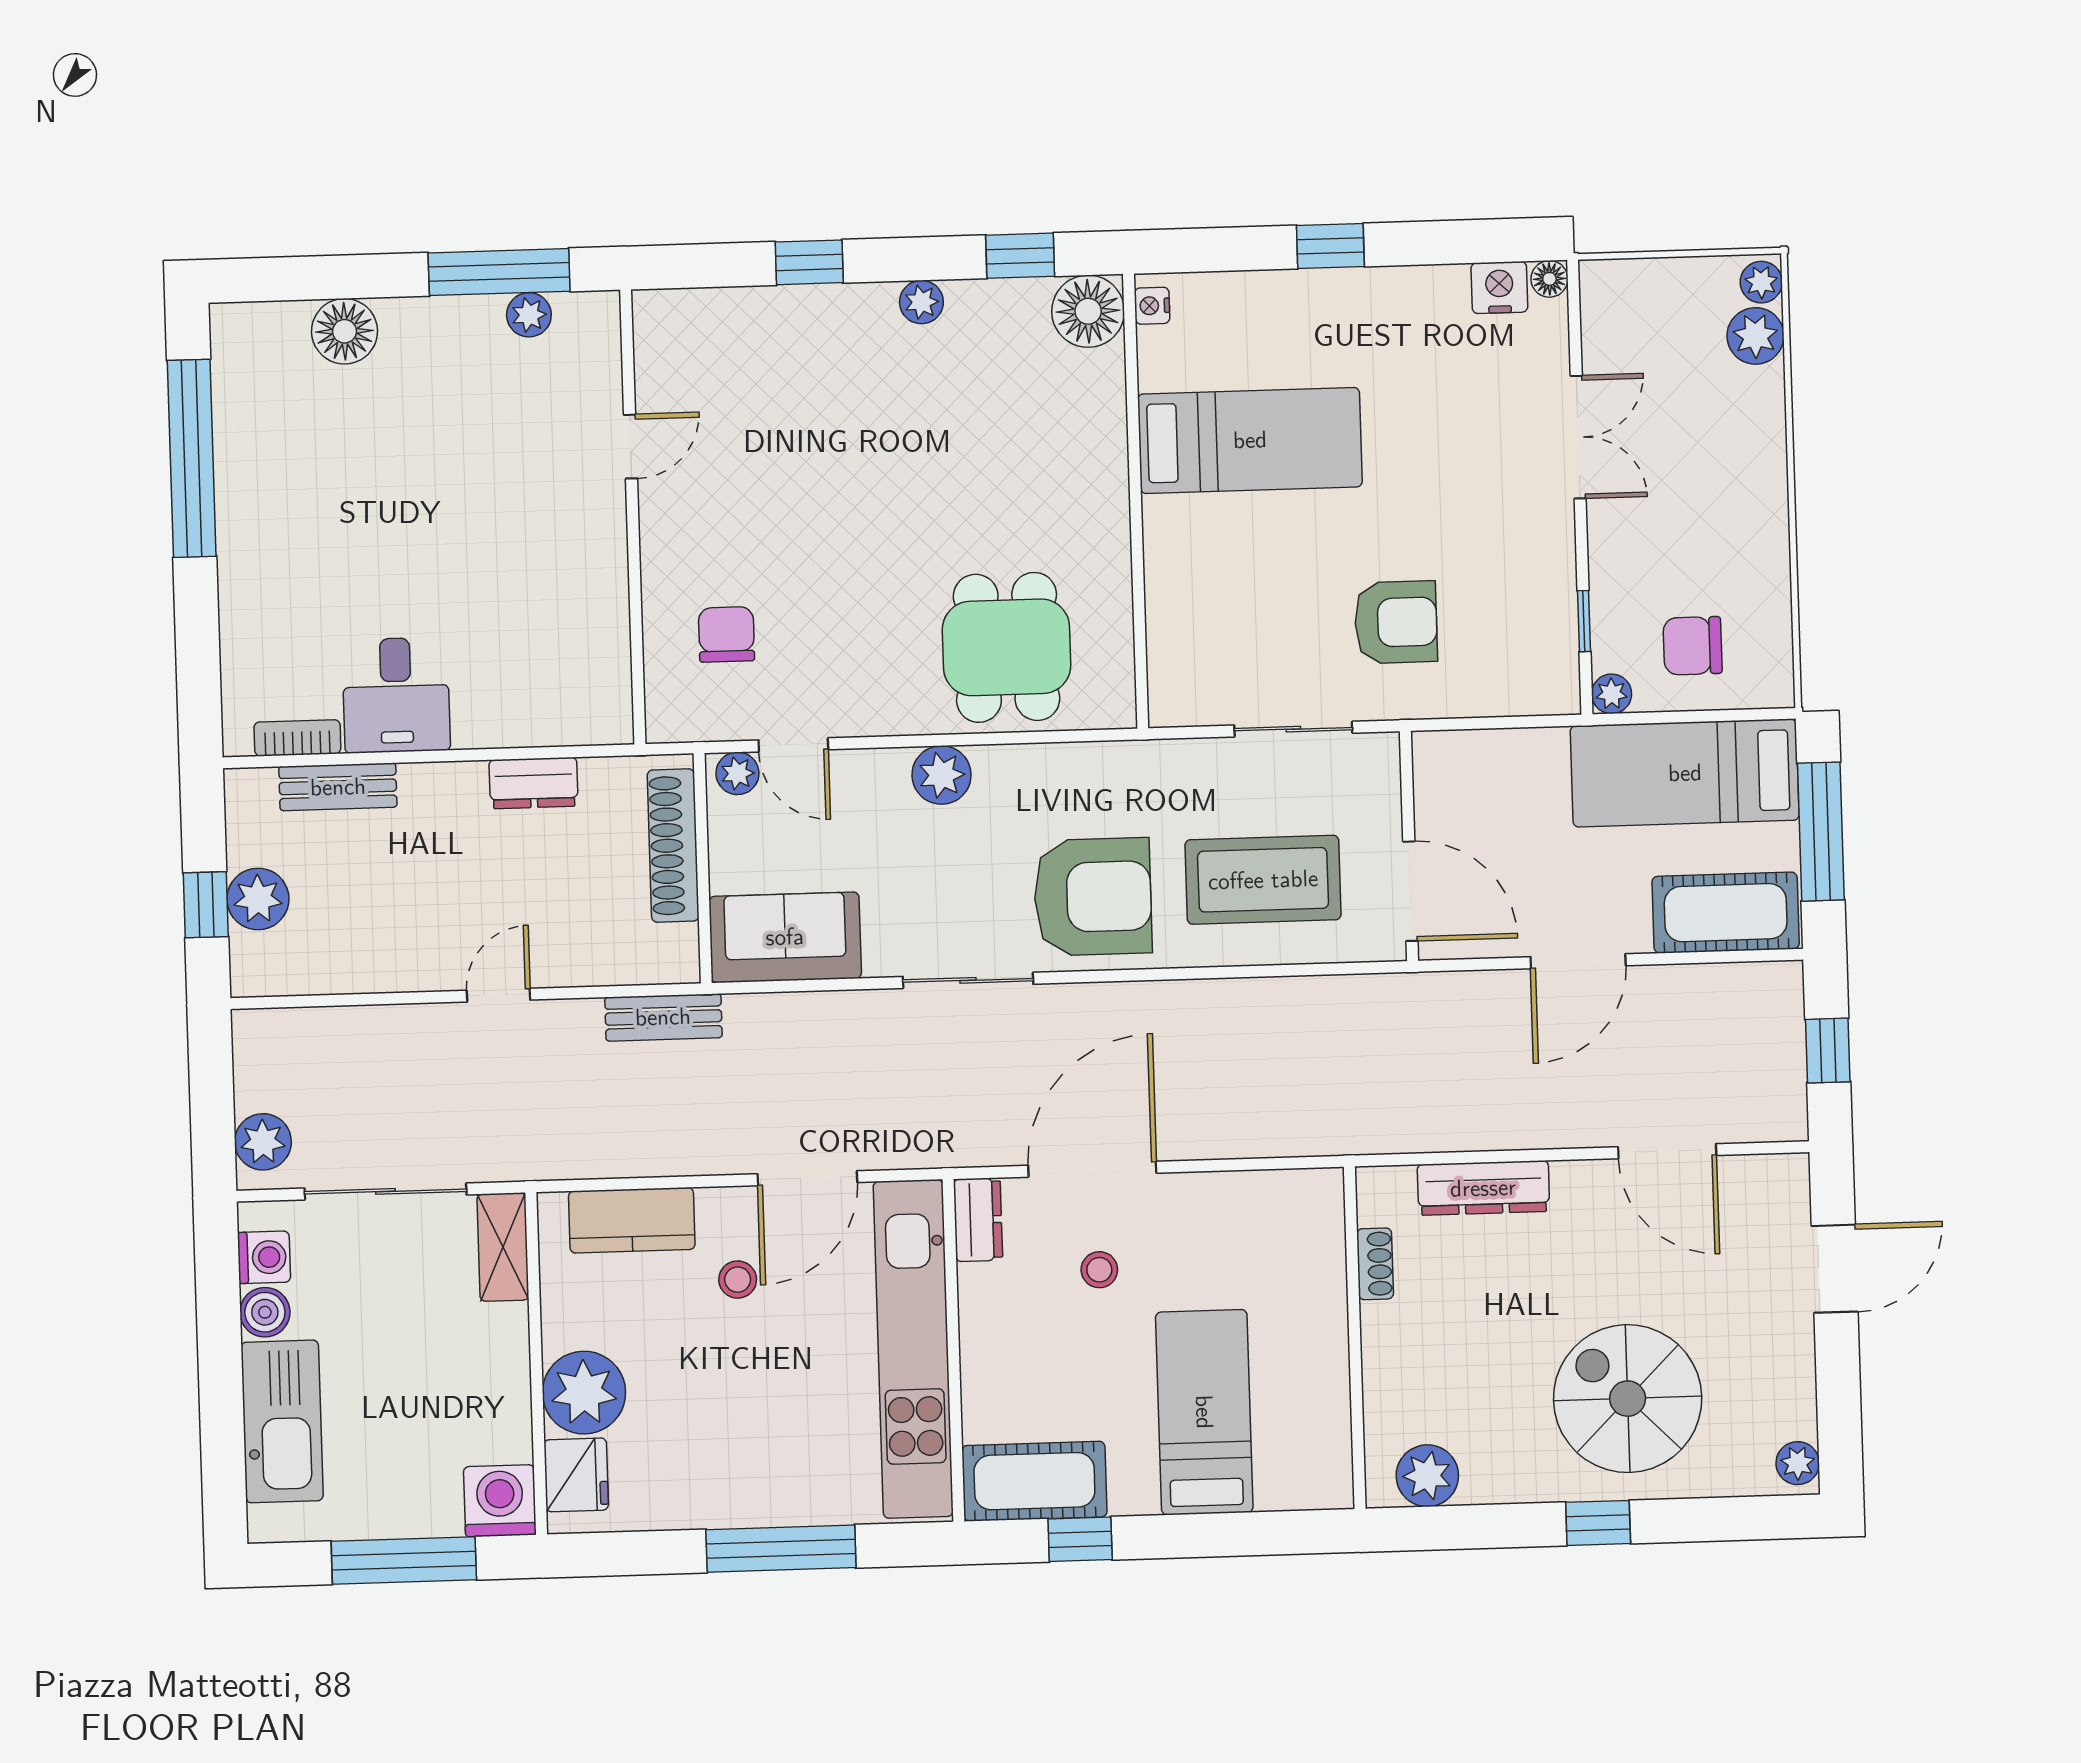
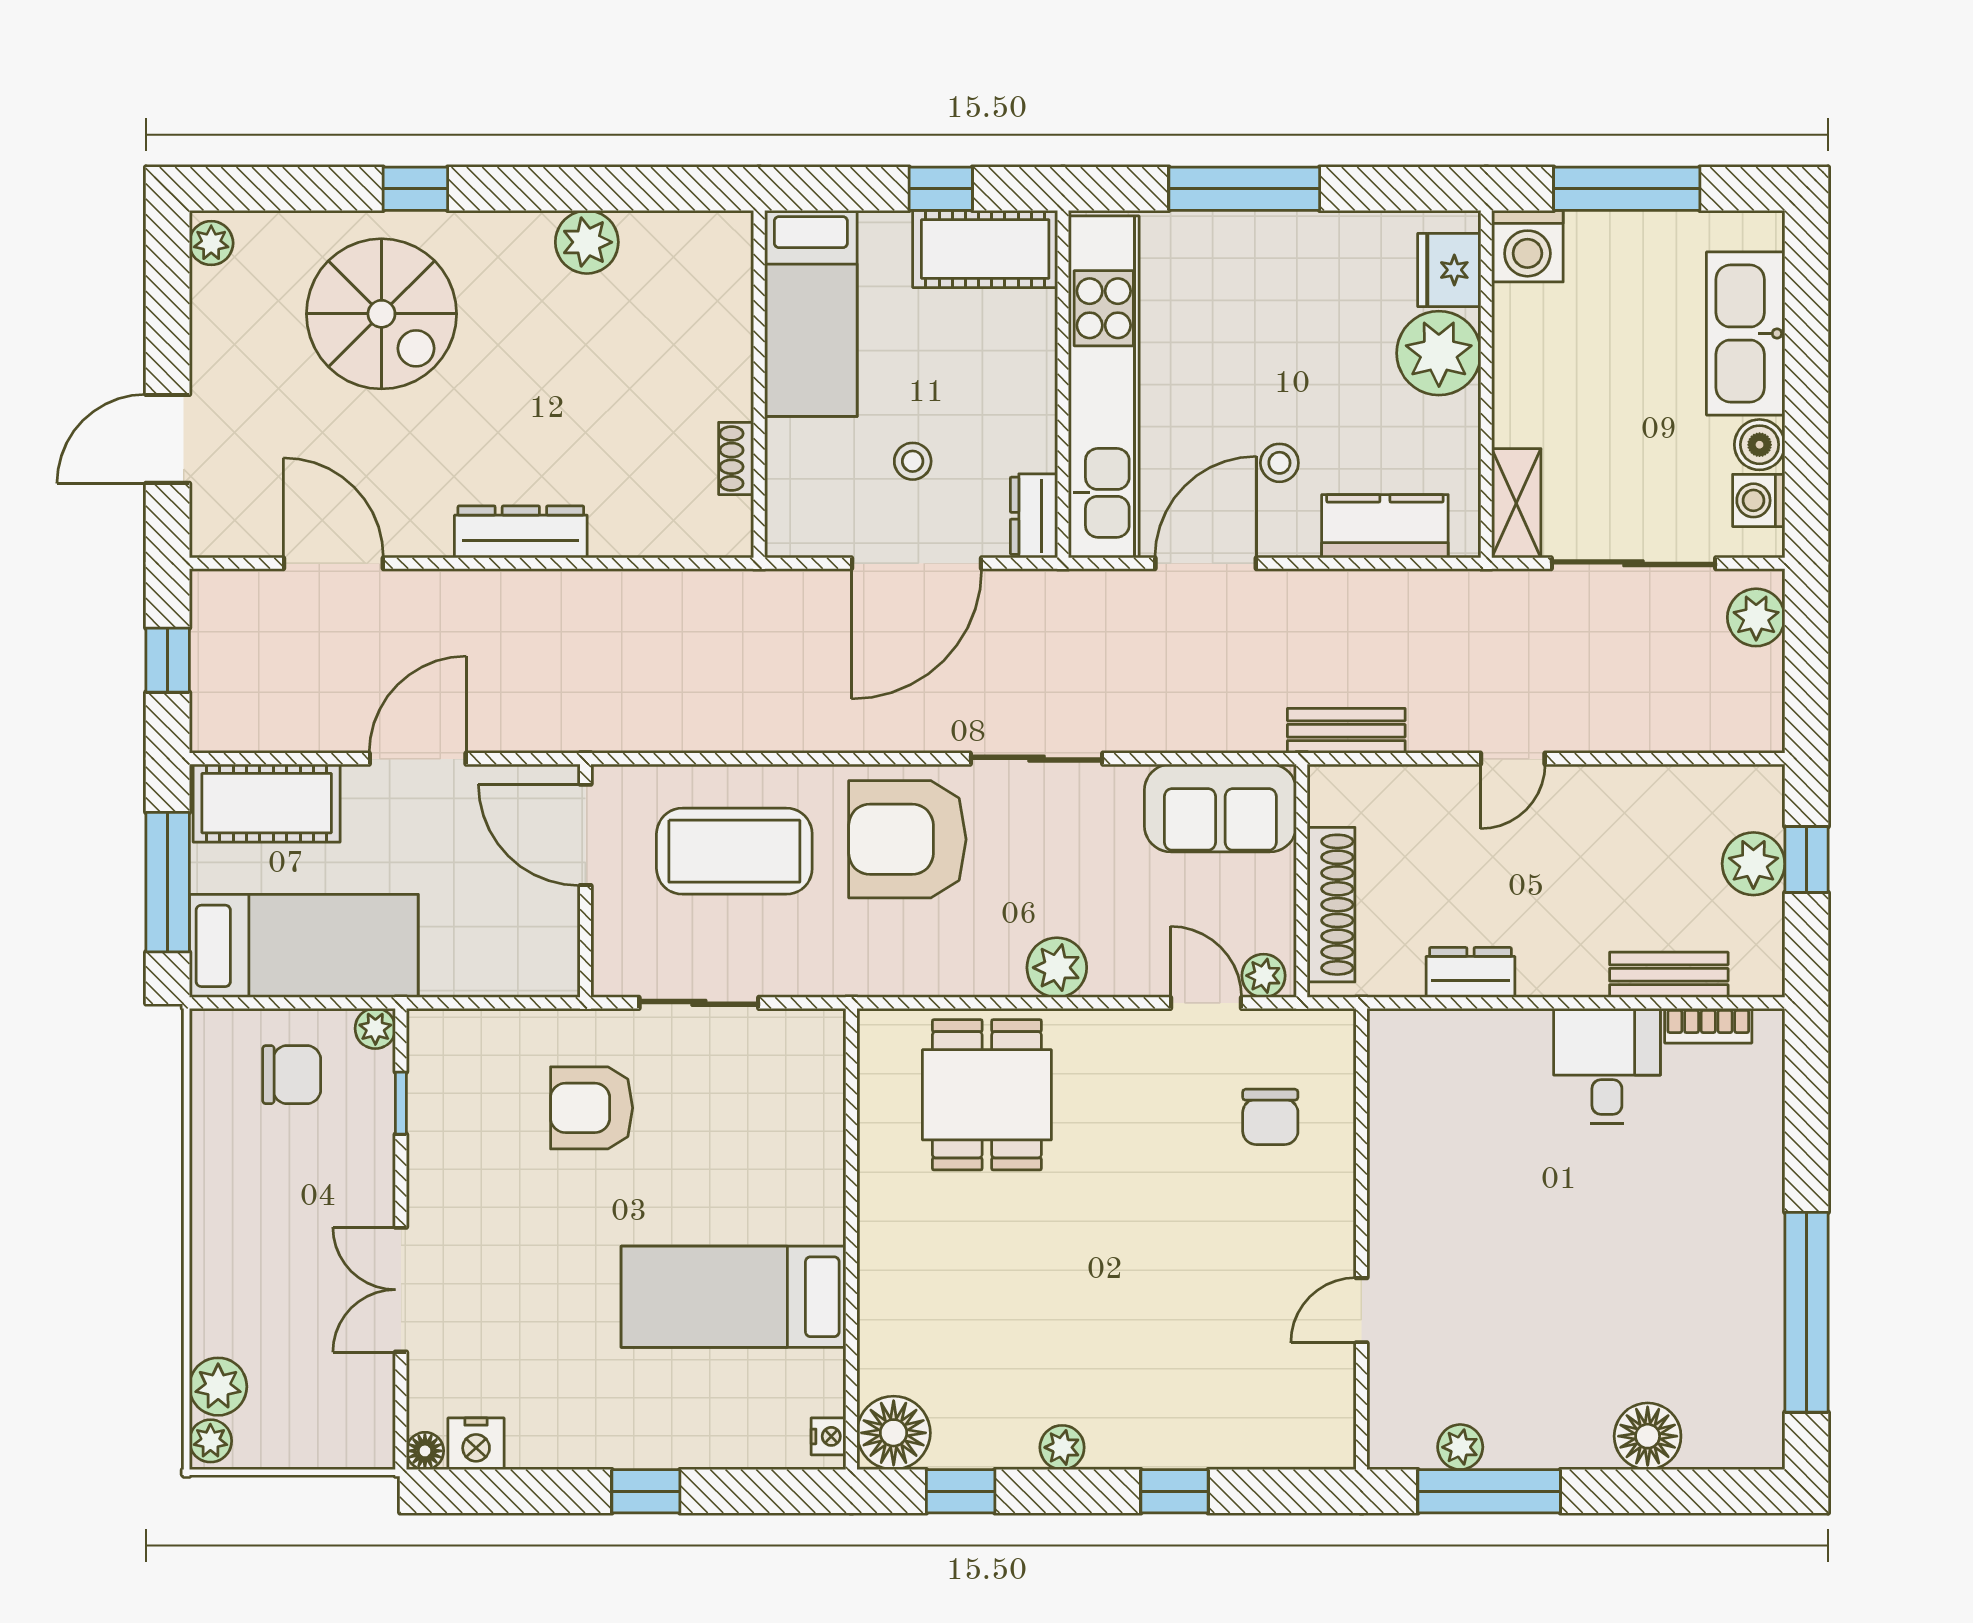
shoe rack: (1375, 1264) -> (736, 458), moved
wall: (1355, 1338) -> (759, 384), moved

